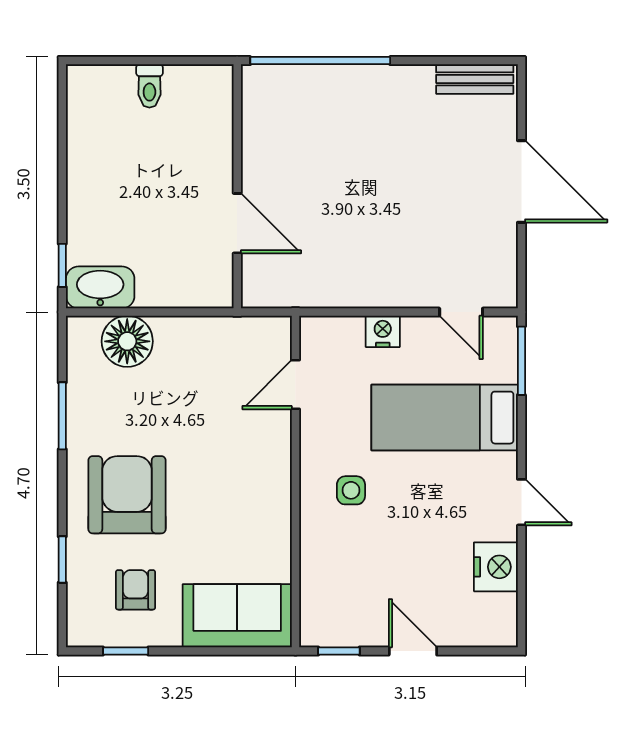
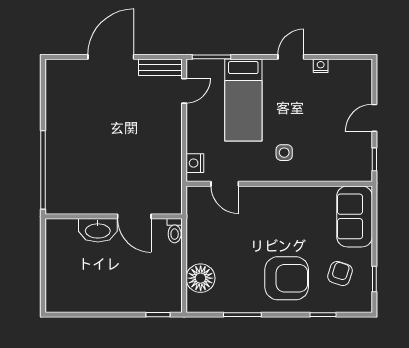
bench: (475, 79) -> (160, 67), moved, turned 90
toilet: (149, 86) -> (175, 231), moved, turned 90
door: (237, 223) -> (134, 216), swing flipped
washbasin: (100, 287) -> (98, 230), moved, turned -90
nightstand: (383, 331) -> (195, 163), moved
armchair: (127, 495) -> (287, 278), turned 180
nightstand: (496, 567) -> (321, 66), width x0.53, depth x0.56
armchair: (135, 590) -> (340, 274), turned 108

